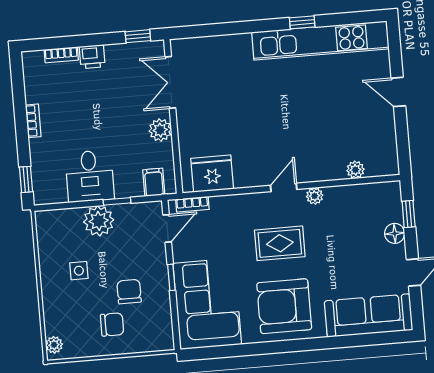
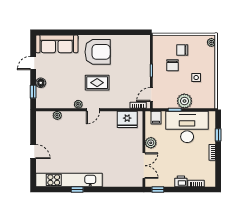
desk: (90, 176) -> (187, 127), width x1.87, depth x1.30
window: (26, 179) -> (218, 135), moved
corner sofa: (207, 304) -> (135, 56), removed

